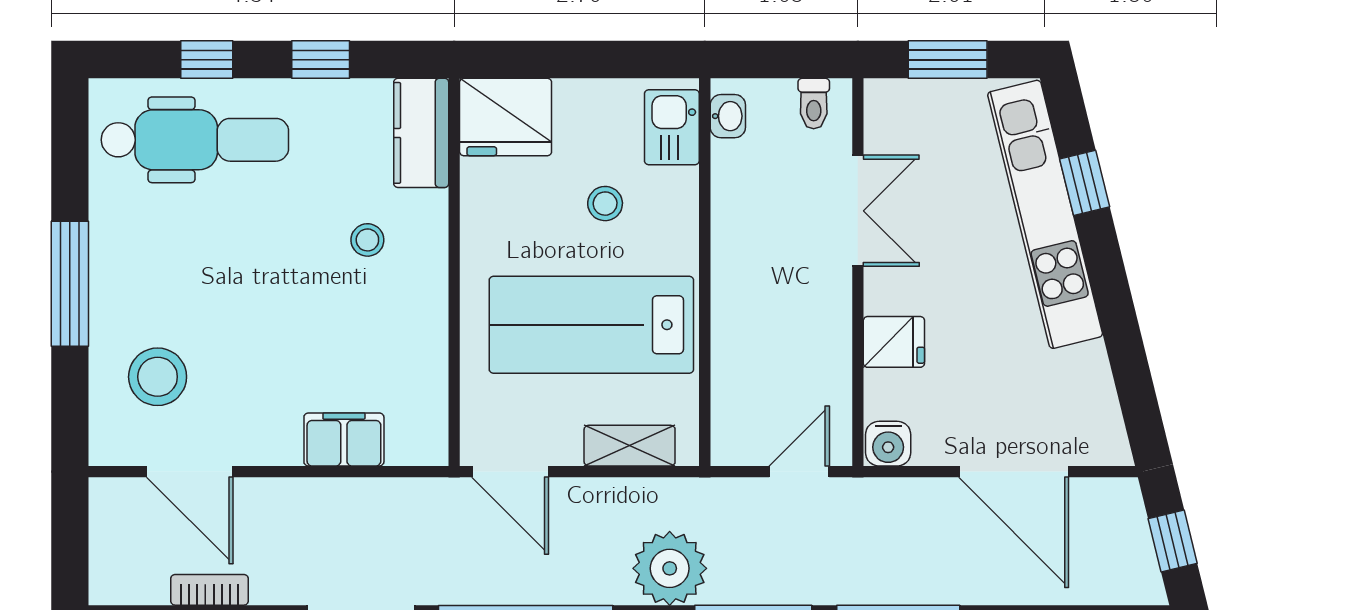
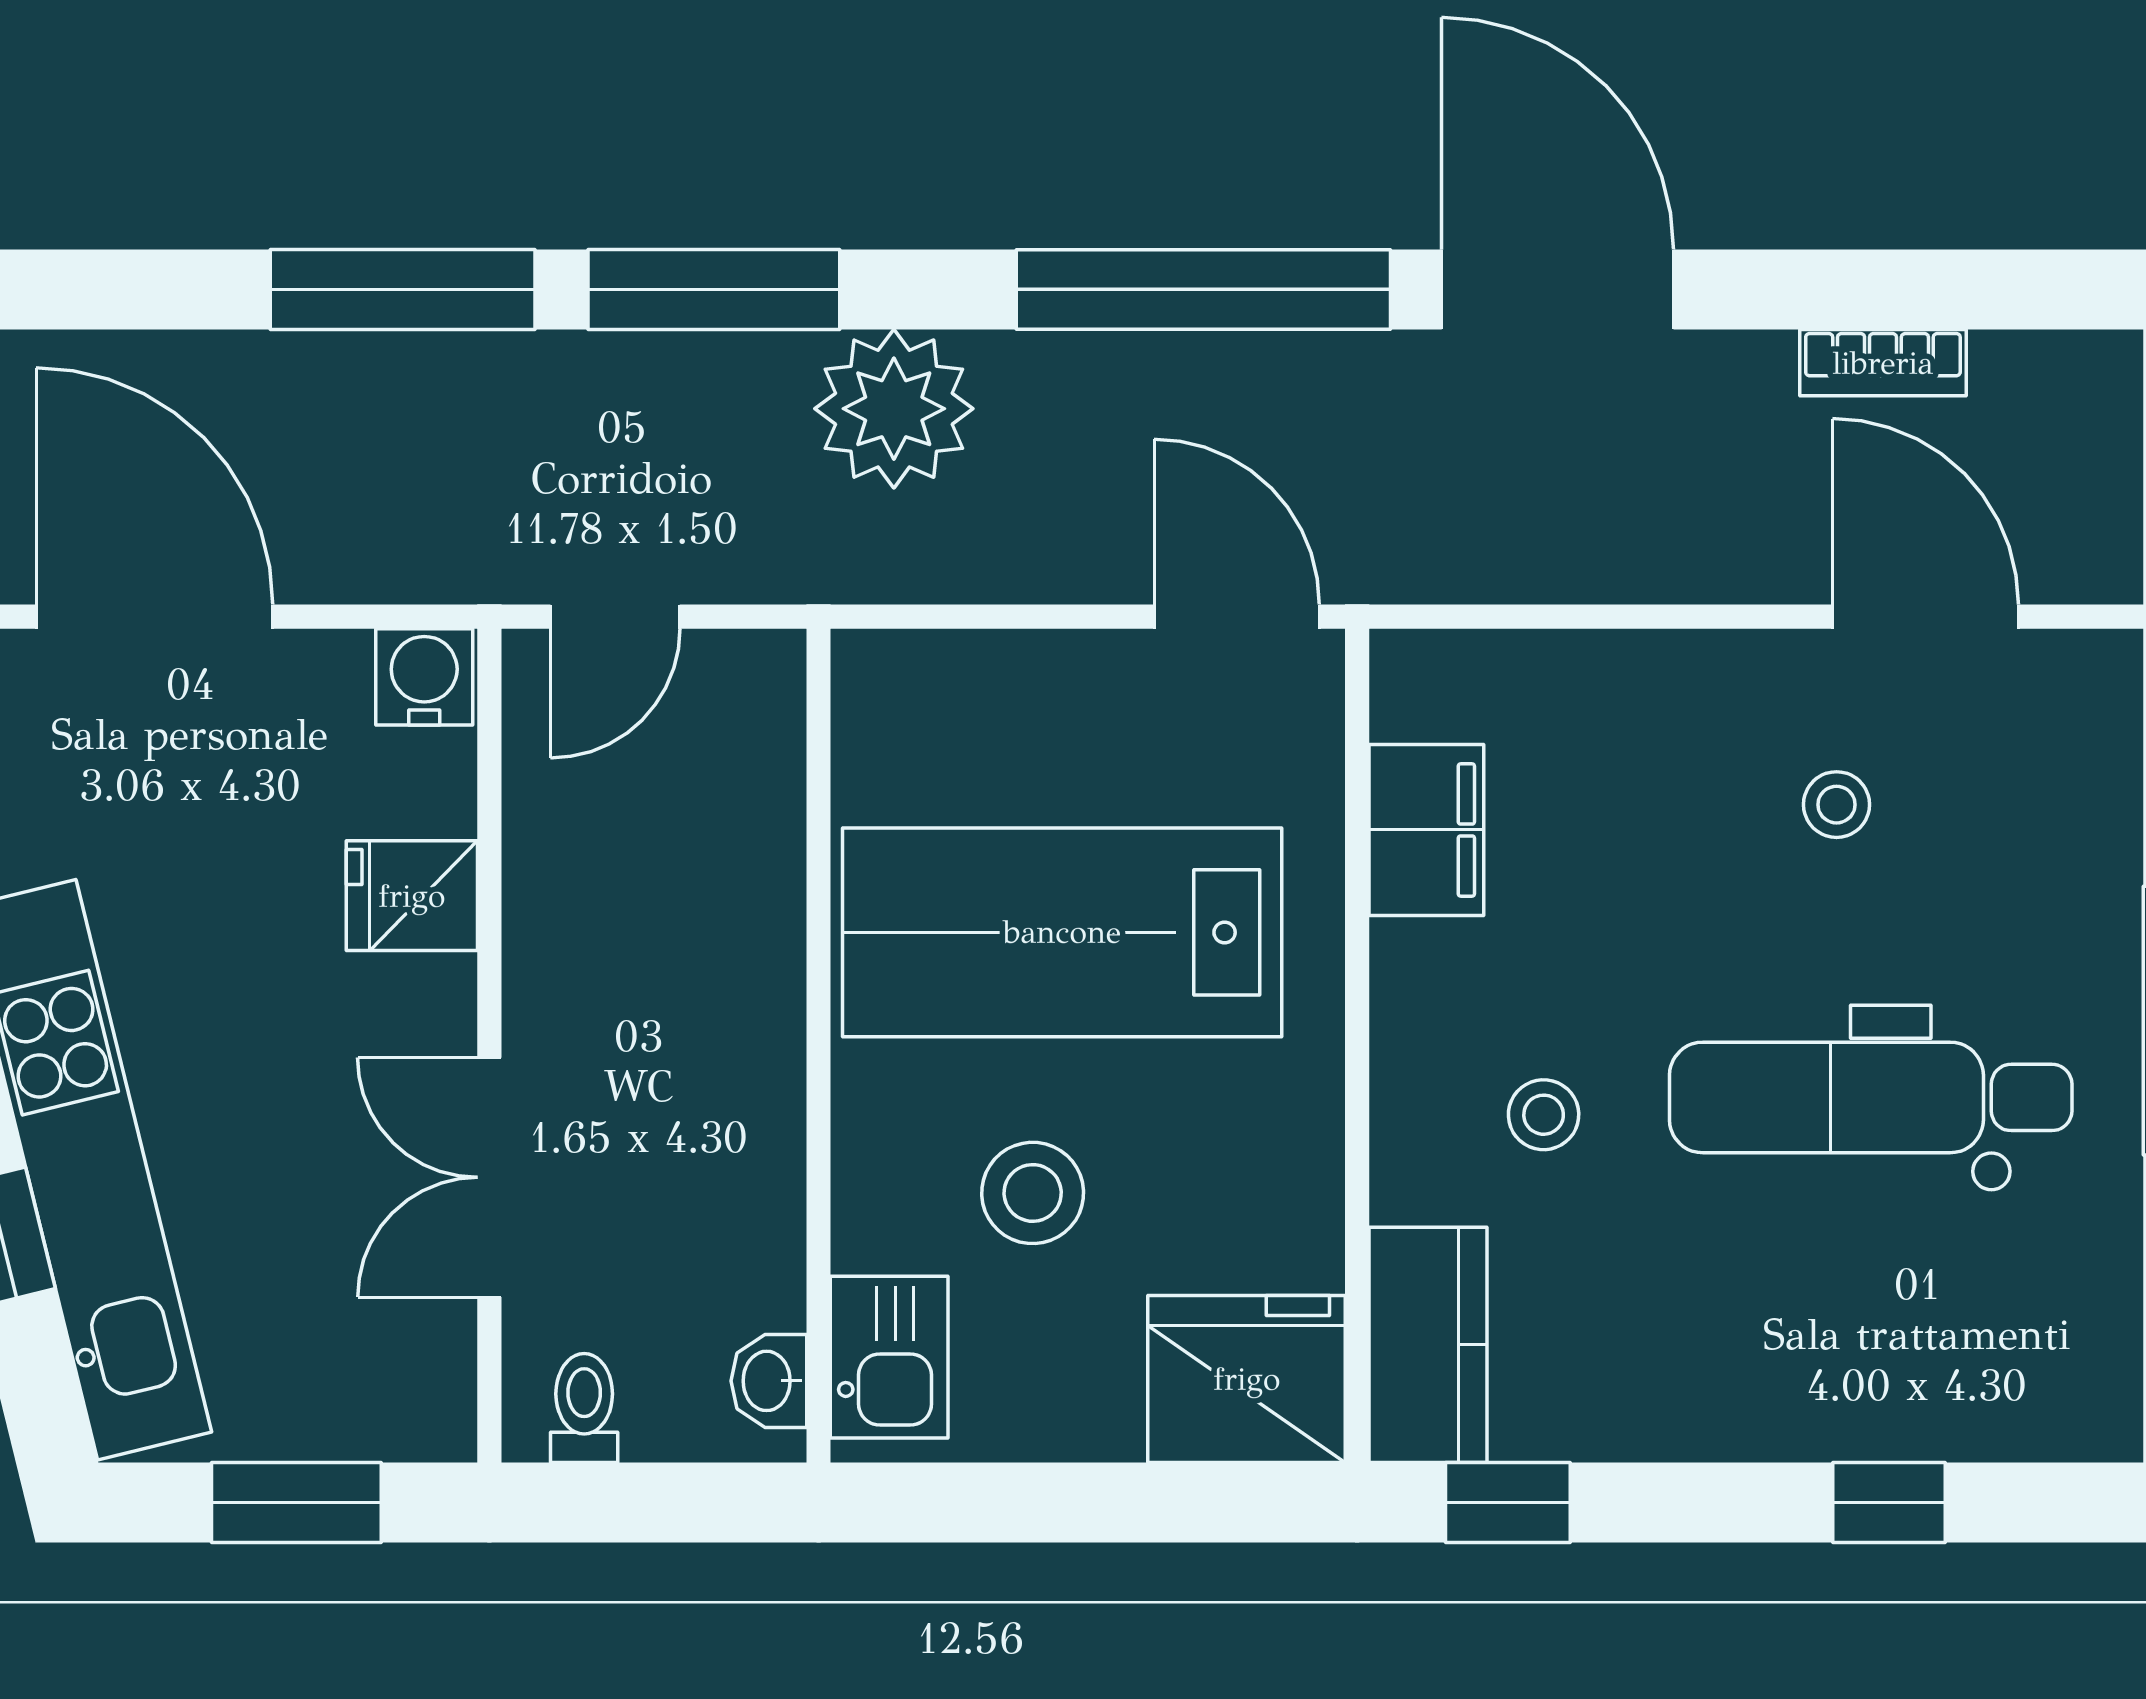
window: (321, 60) -> (1508, 1503), moved
dental chair: (195, 140) -> (1871, 1097), moved
stool: (605, 204) -> (1033, 1193), width x1.37, depth x1.37
lab bench: (591, 325) -> (1062, 932), turned 180
stool: (158, 377) -> (1837, 805), moved, width x0.53, depth x0.53
filing cabinet: (344, 439) -> (1426, 830), moved, turned -90
shelving: (630, 446) -> (980, 673), removed

